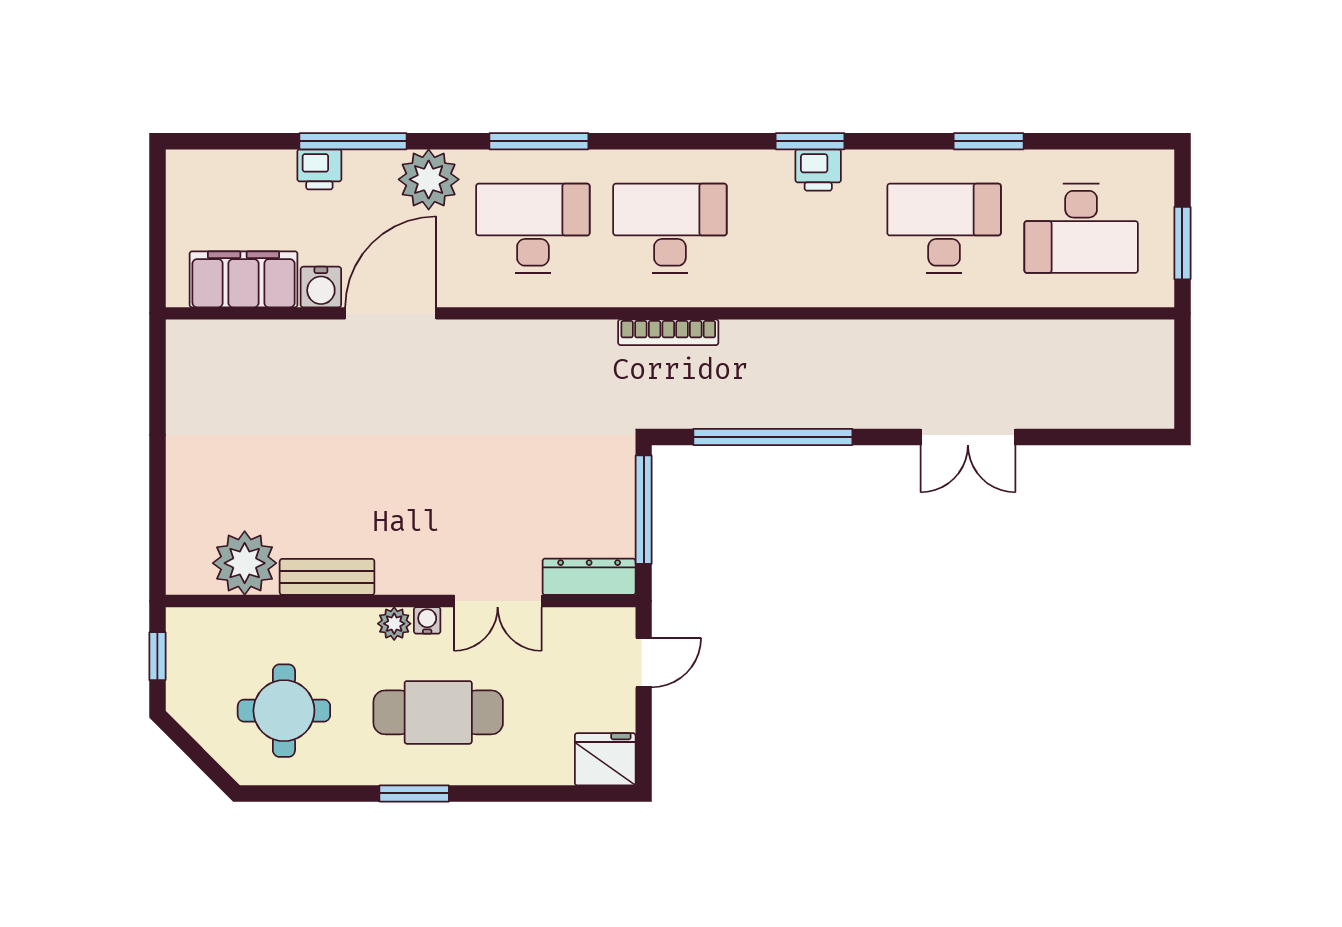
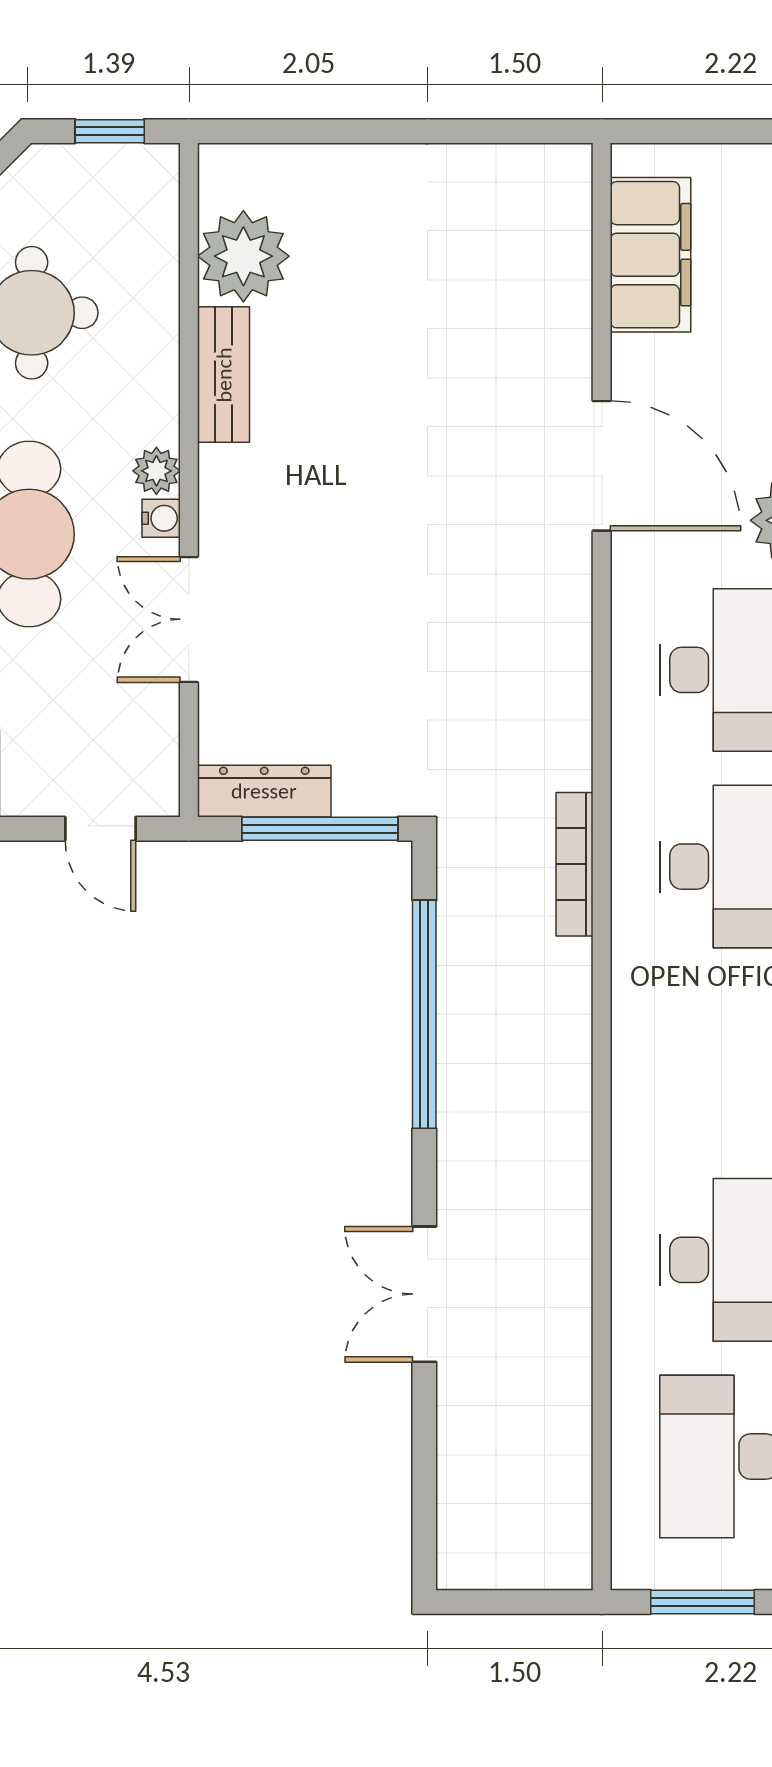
water cooler: (321, 287) -> (639, 366), removed
dresser: (589, 577) -> (264, 791), moved, turned -90

